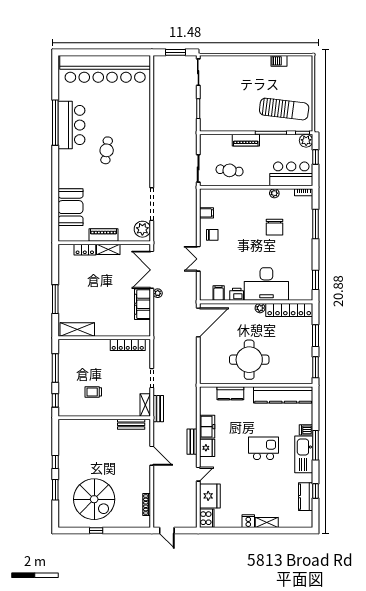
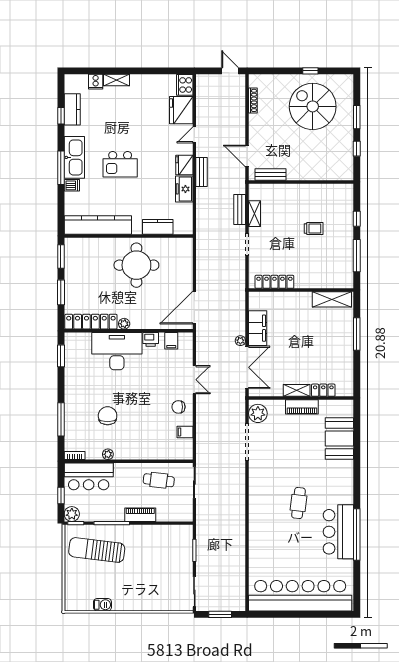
wall: (104, 418) -> (301, 182), moved
bench: (131, 424) -> (271, 175), moved
cooker: (248, 521) -> (96, 82), moved

